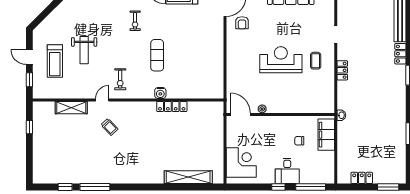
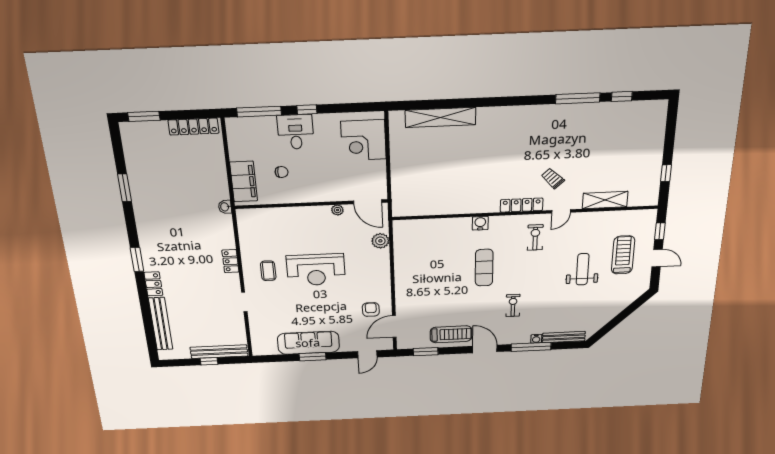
plant: (233, 82) -> (380, 241), added
locker: (172, 106) -> (522, 205), moved
locker: (362, 178) -> (194, 127), width x1.53

